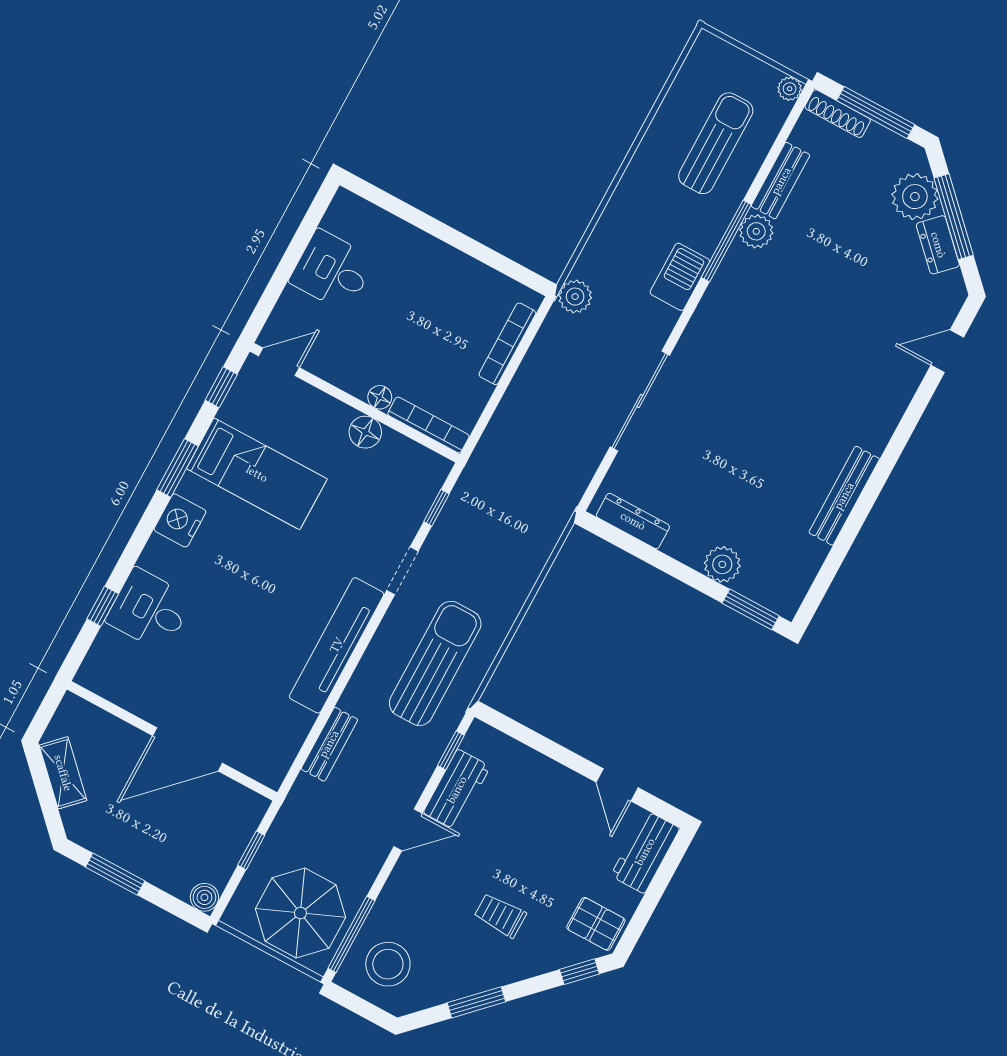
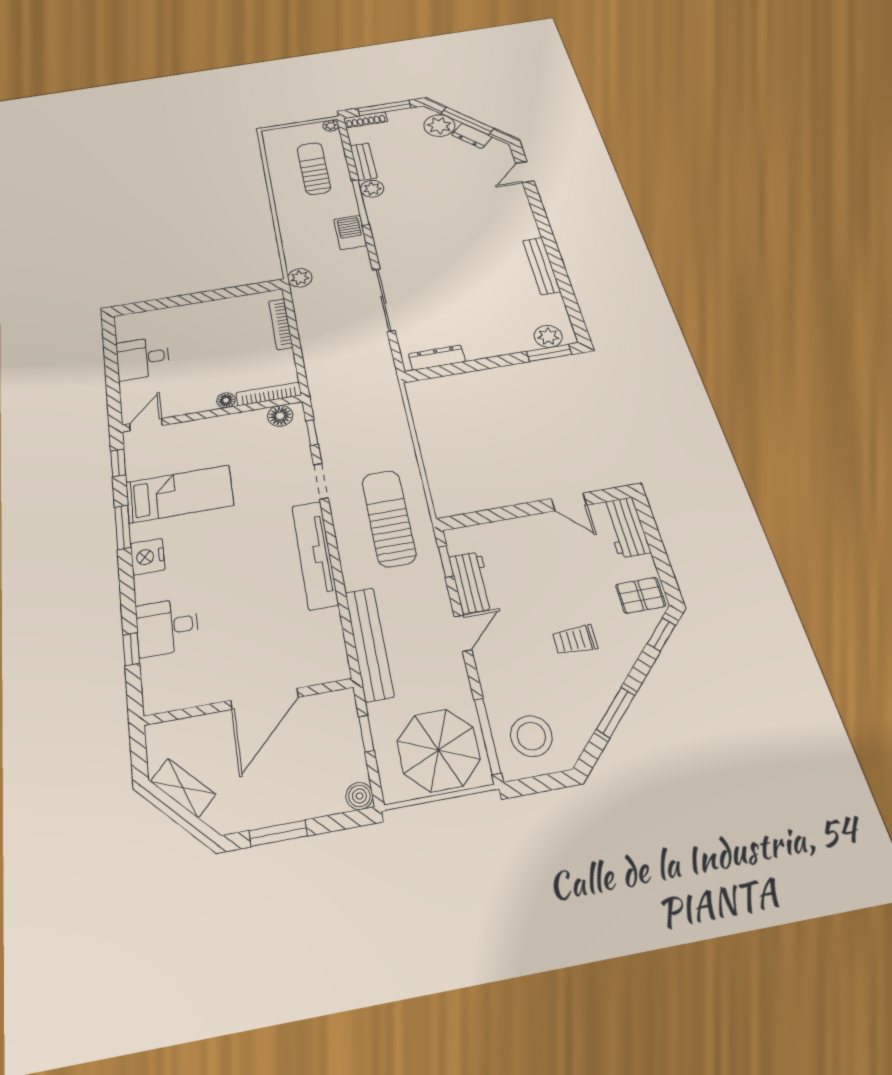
floor lamp: (365, 432) -> (280, 416), moved
plant: (722, 564) -> (548, 336), moved
bench: (329, 744) -> (369, 644), width x1.86, depth x1.21

